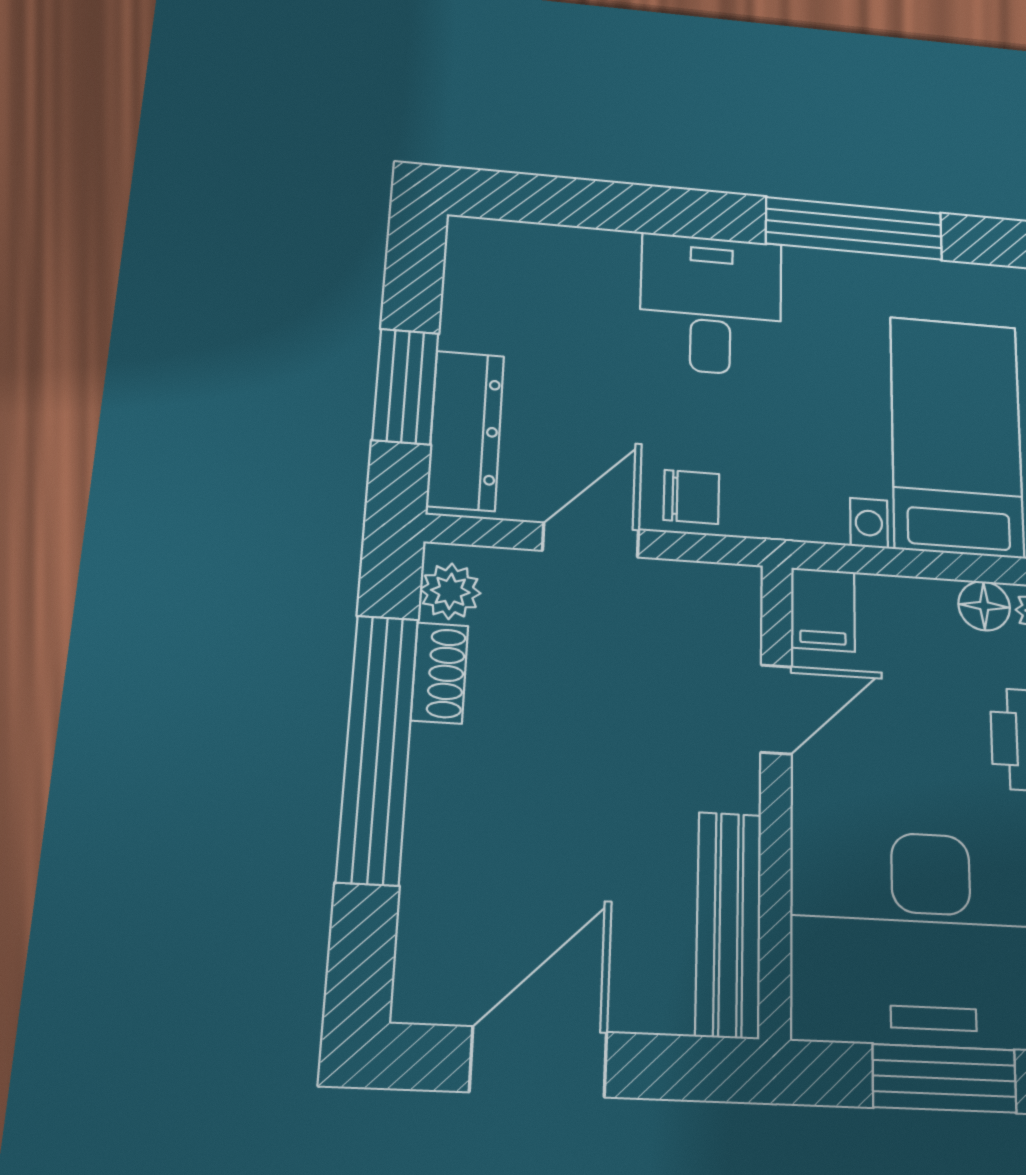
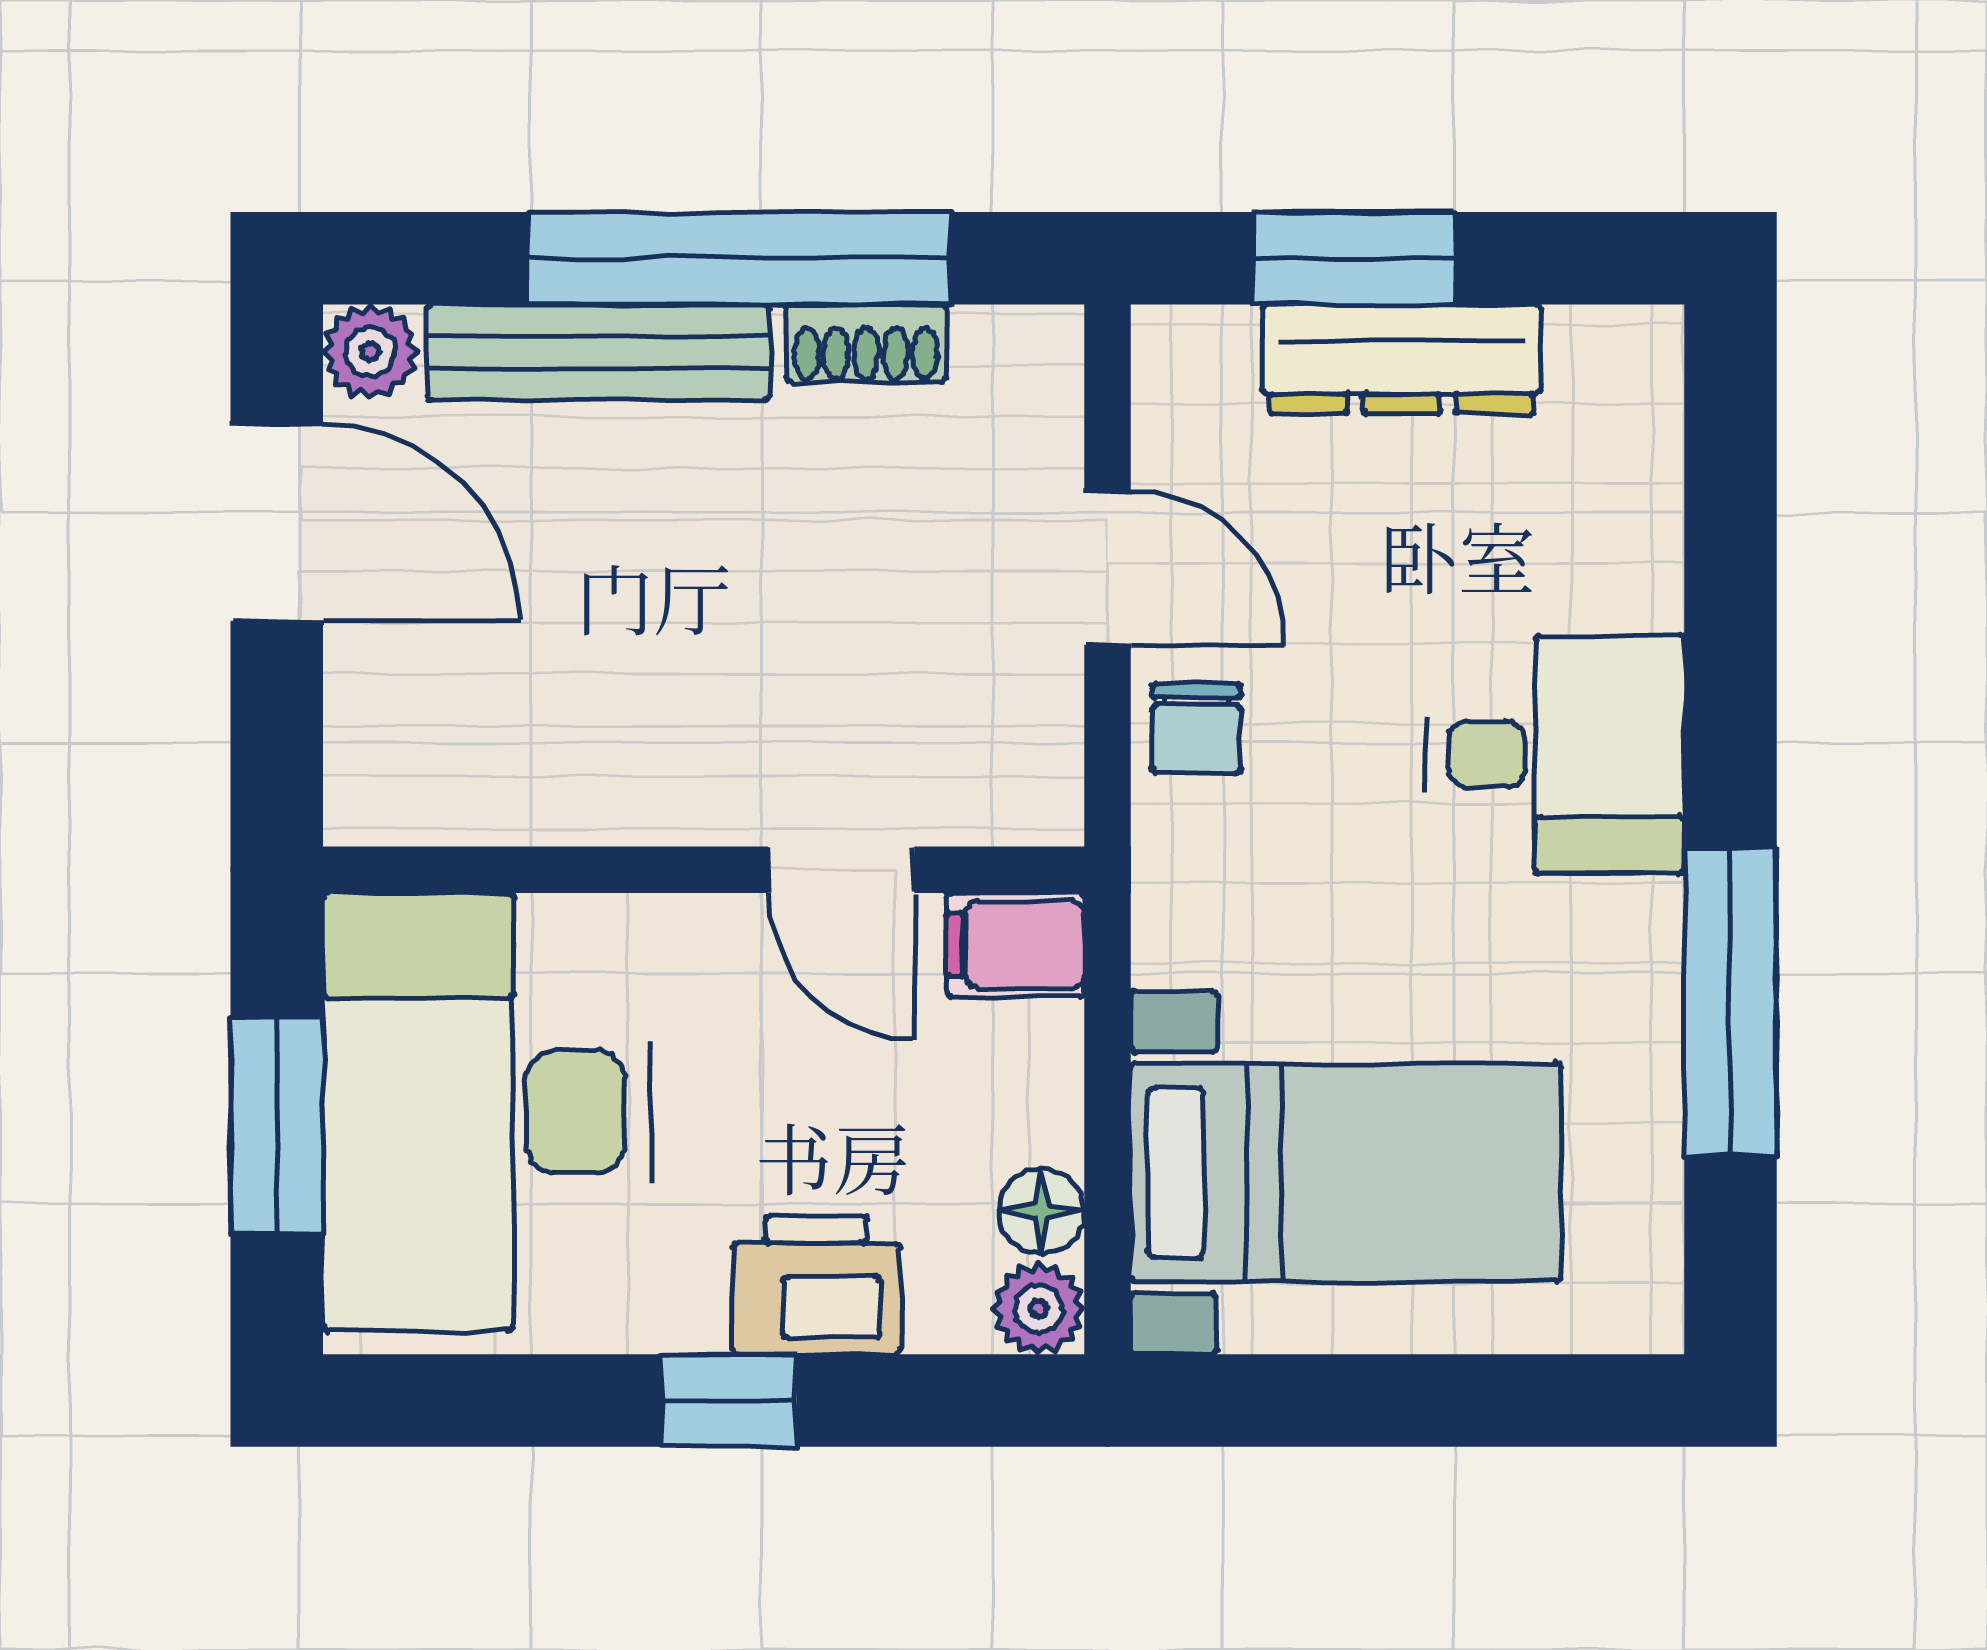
dresser: (465, 430) -> (1401, 359), moved
plant: (450, 591) -> (370, 352), moved
bench: (729, 924) -> (598, 352), moved

